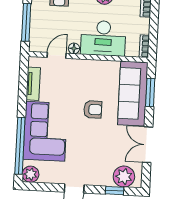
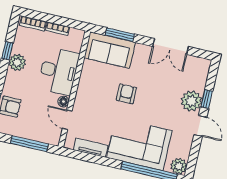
bookcase: (144, 46) -> (58, 29), moved
sofa: (133, 94) -> (110, 50), width x0.73
plant: (124, 177) -> (191, 101), moved
window: (115, 191) -> (207, 99), moved

